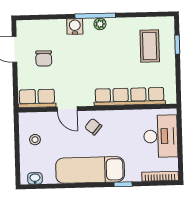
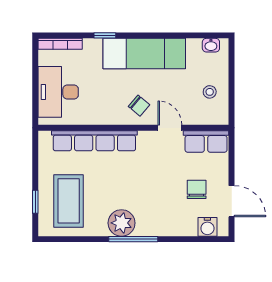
plant: (100, 24) -> (122, 223), width x1.88, depth x1.88
water cooler: (75, 26) -> (207, 227), moved
coffee table: (150, 46) -> (69, 201), width x1.36, depth x1.32

